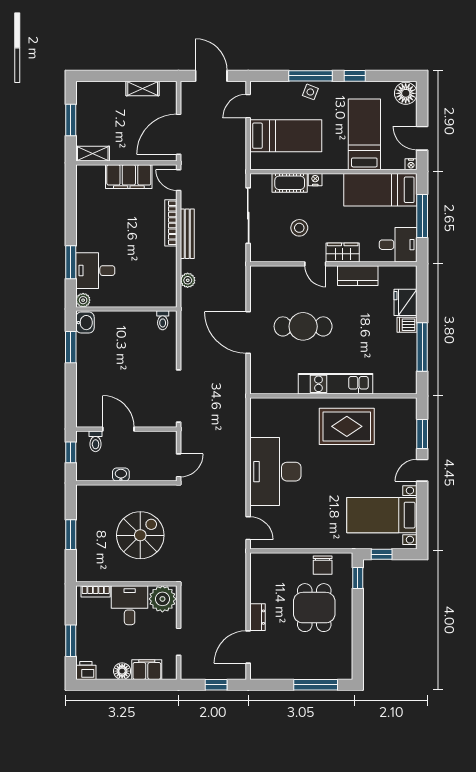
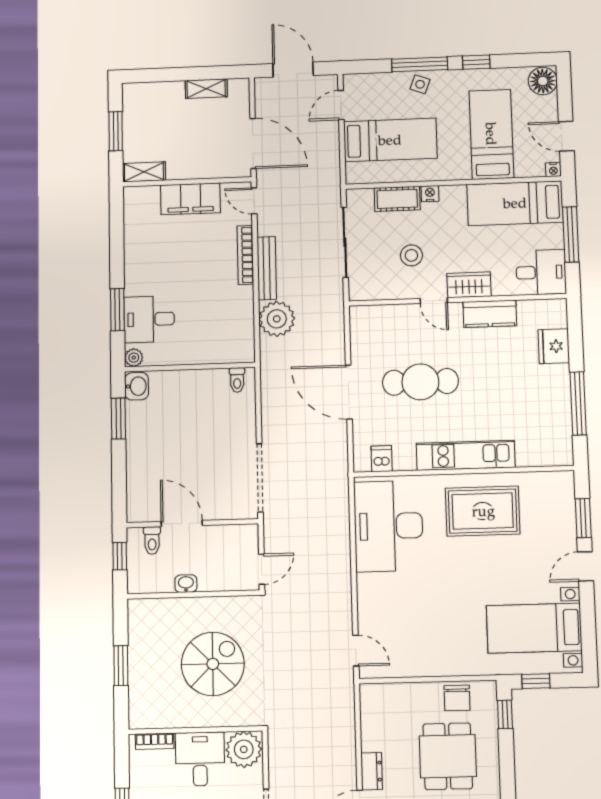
door: (179, 134) -> (253, 143), swing flipped
plant: (188, 280) -> (277, 319), width x1.88, depth x1.88
dishwasher: (407, 325) -> (382, 459), moved, turned 90
desk: (275, 472) -> (388, 526), moved

